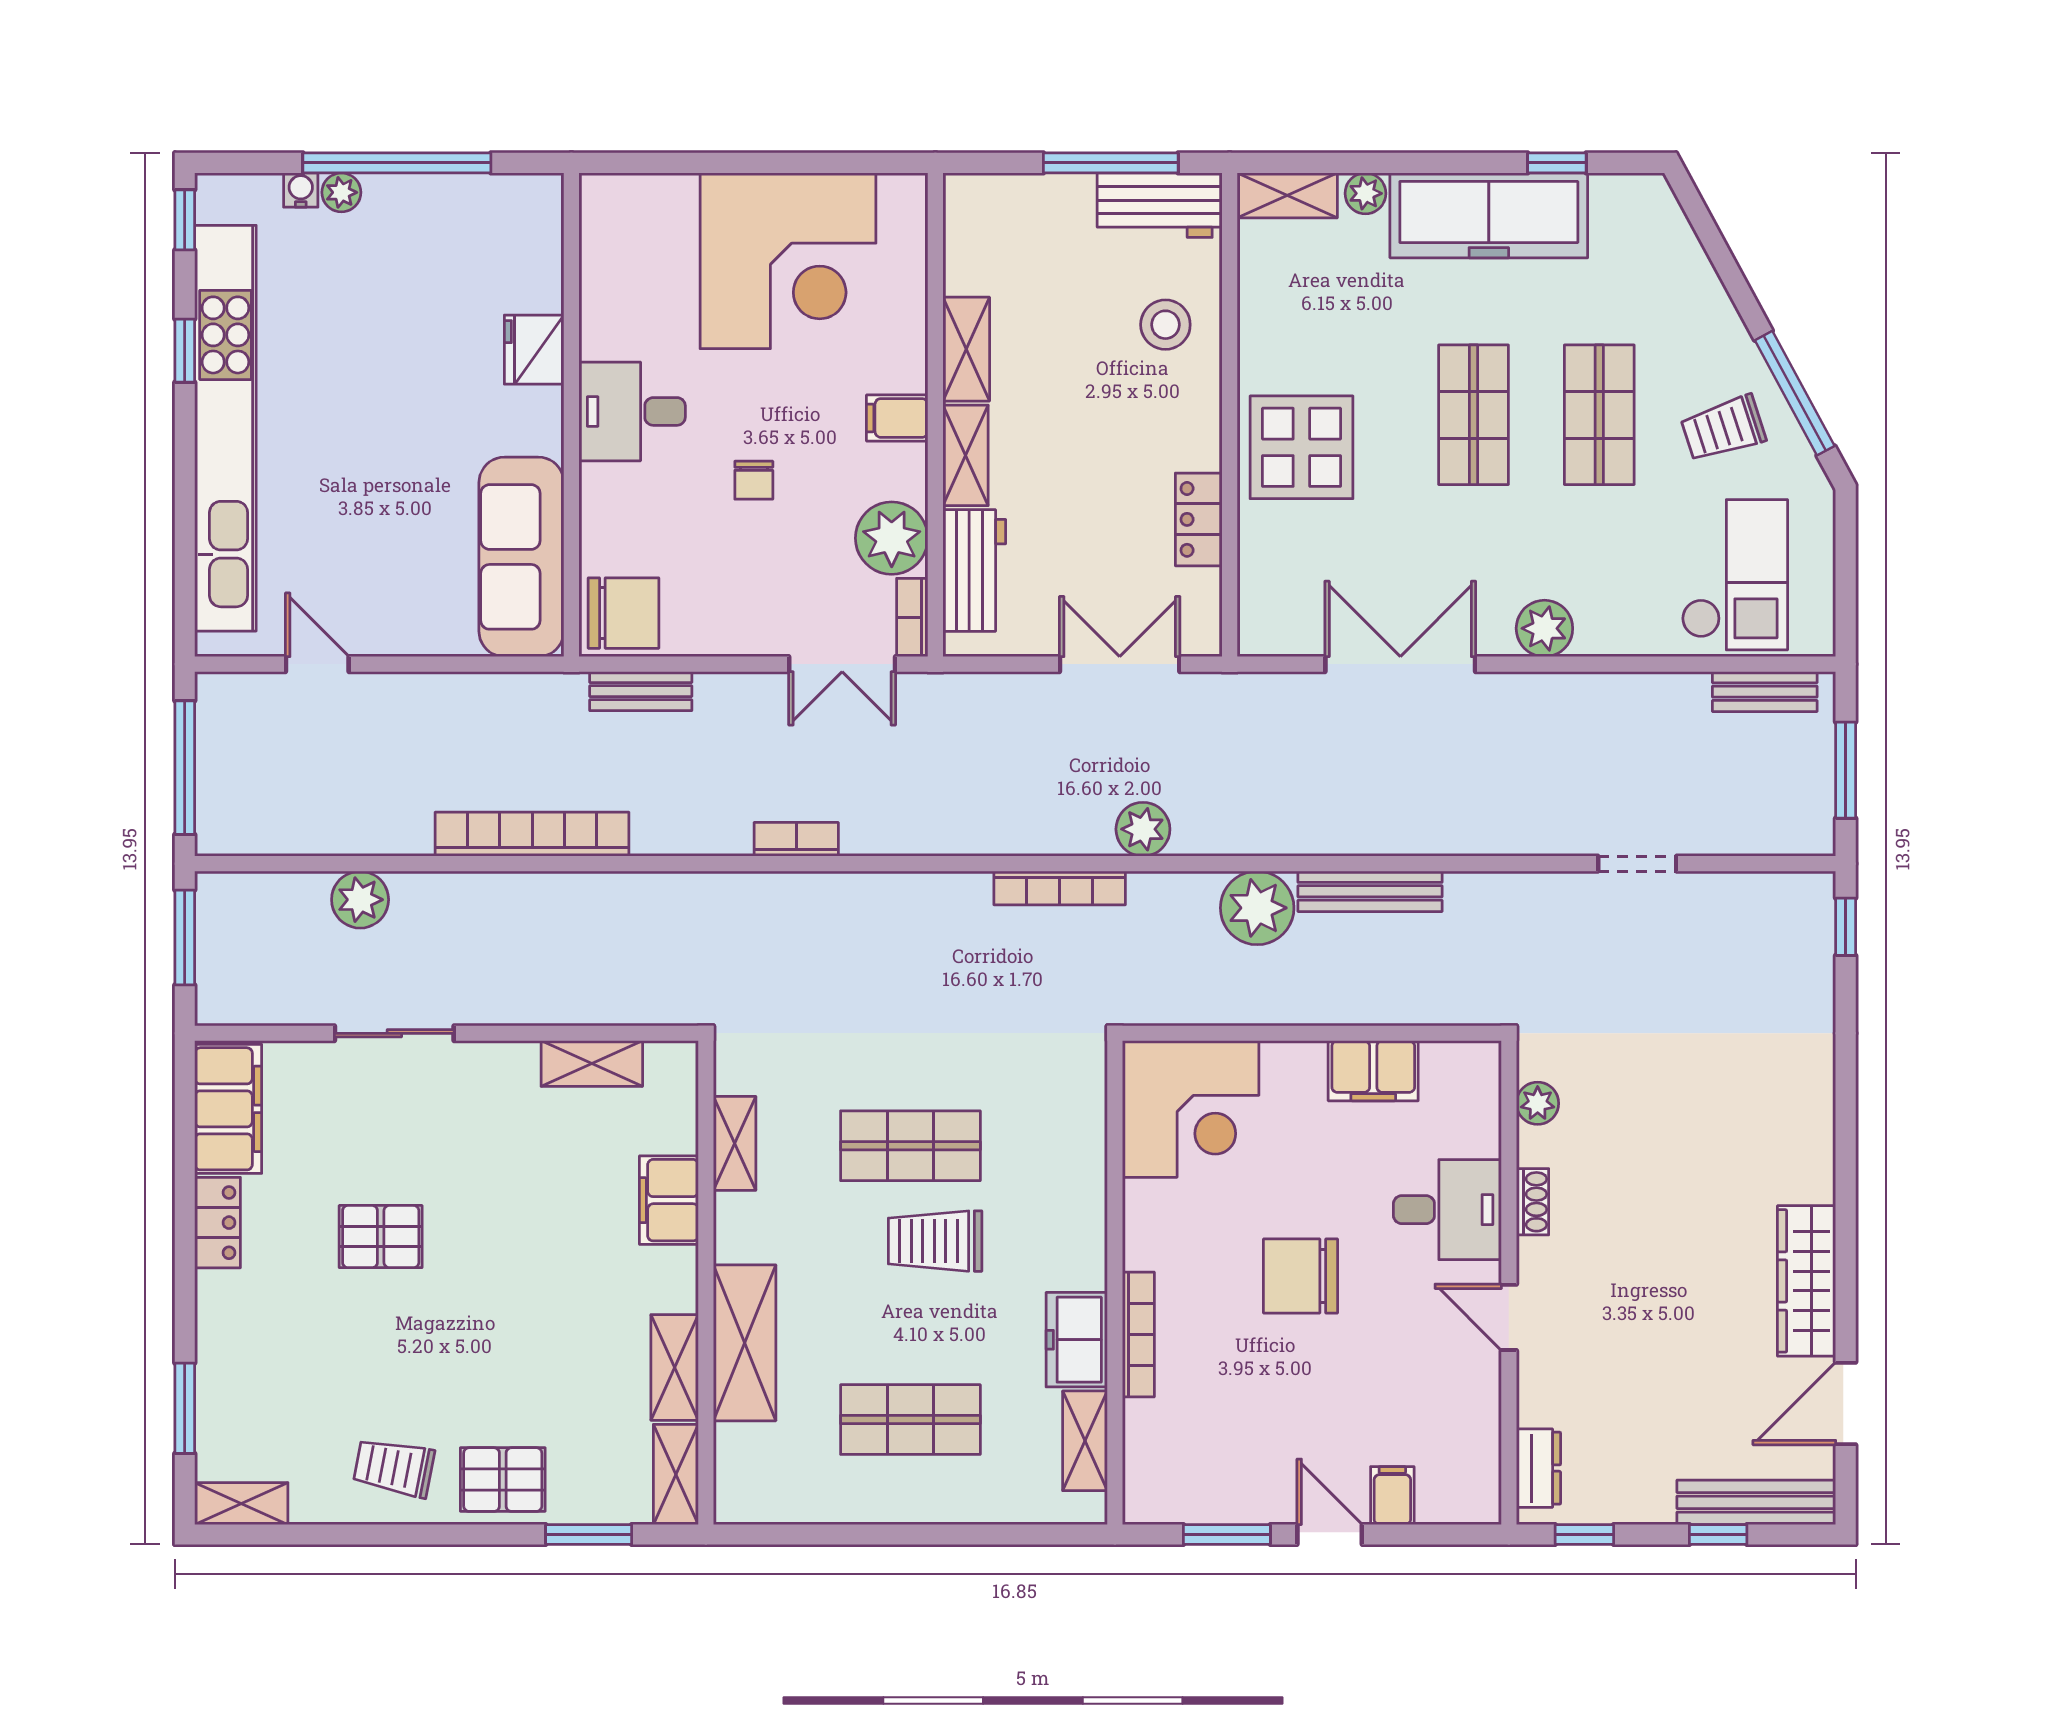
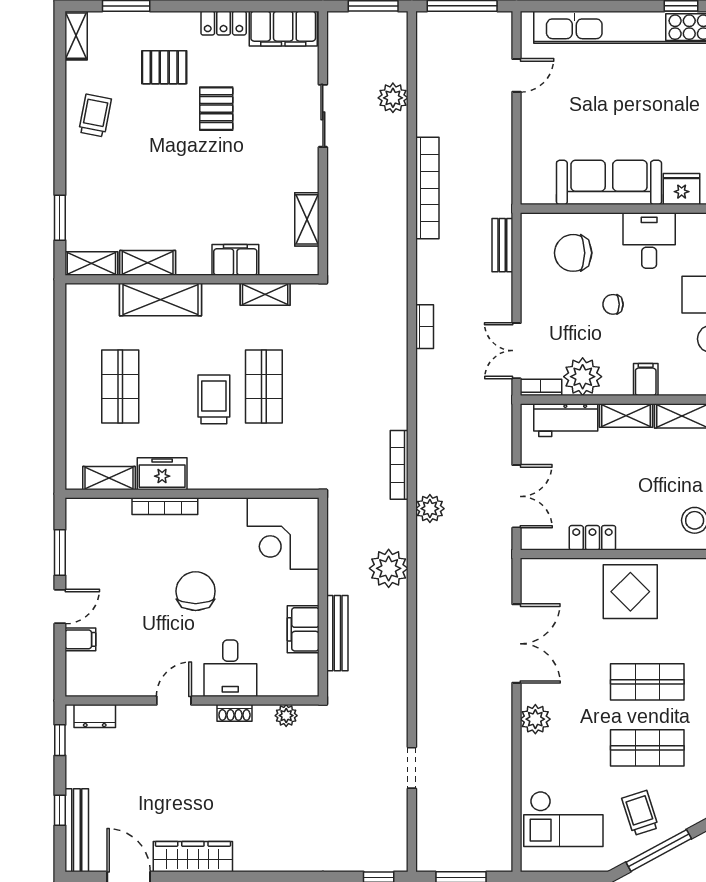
sofa: (521, 557) -> (609, 182), moved
chair: (624, 613) -> (573, 253), moved, turned 90
bench: (1765, 692) -> (502, 835), removed
bench: (1370, 891) -> (337, 633), moved
pallet: (503, 1480) -> (164, 67), moved, turned 90

